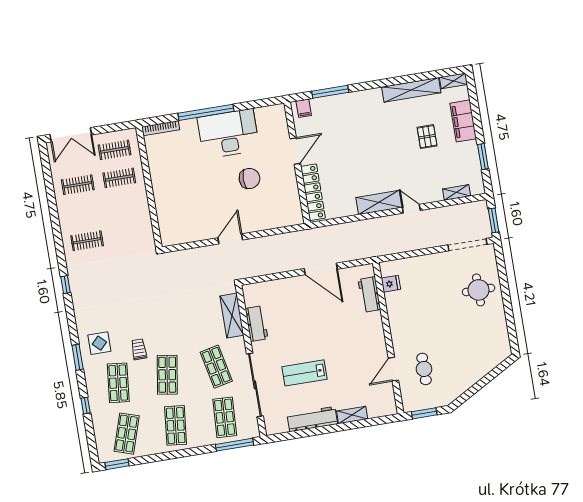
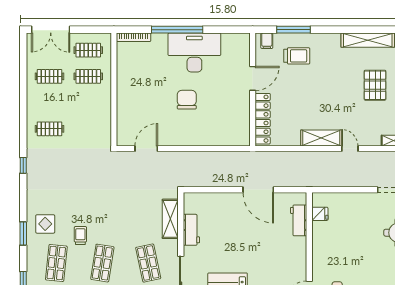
trolley: (338, 119) -> (297, 56), added
pallet: (427, 137) -> (375, 85), width x1.50, depth x1.42
chair: (249, 178) -> (187, 100), moved, turned -90
door: (230, 239) -> (146, 149), moved

